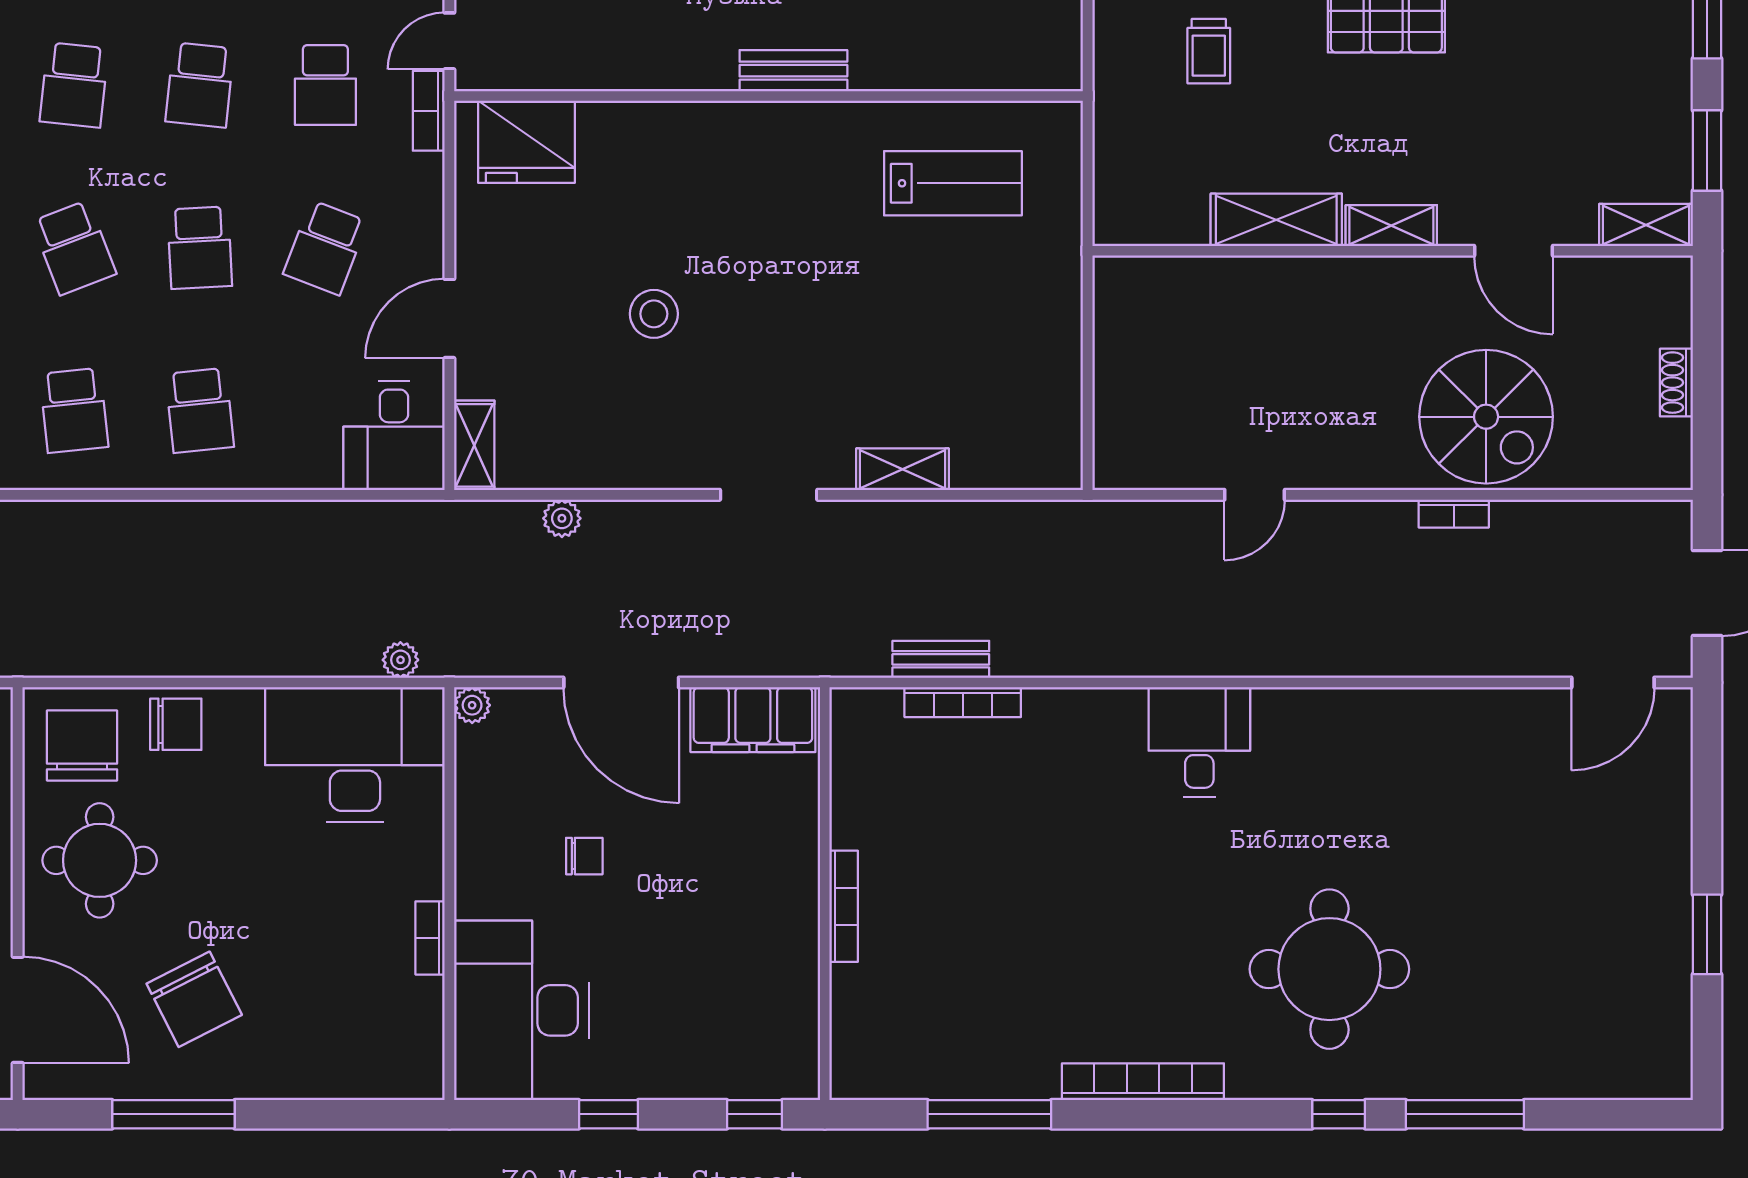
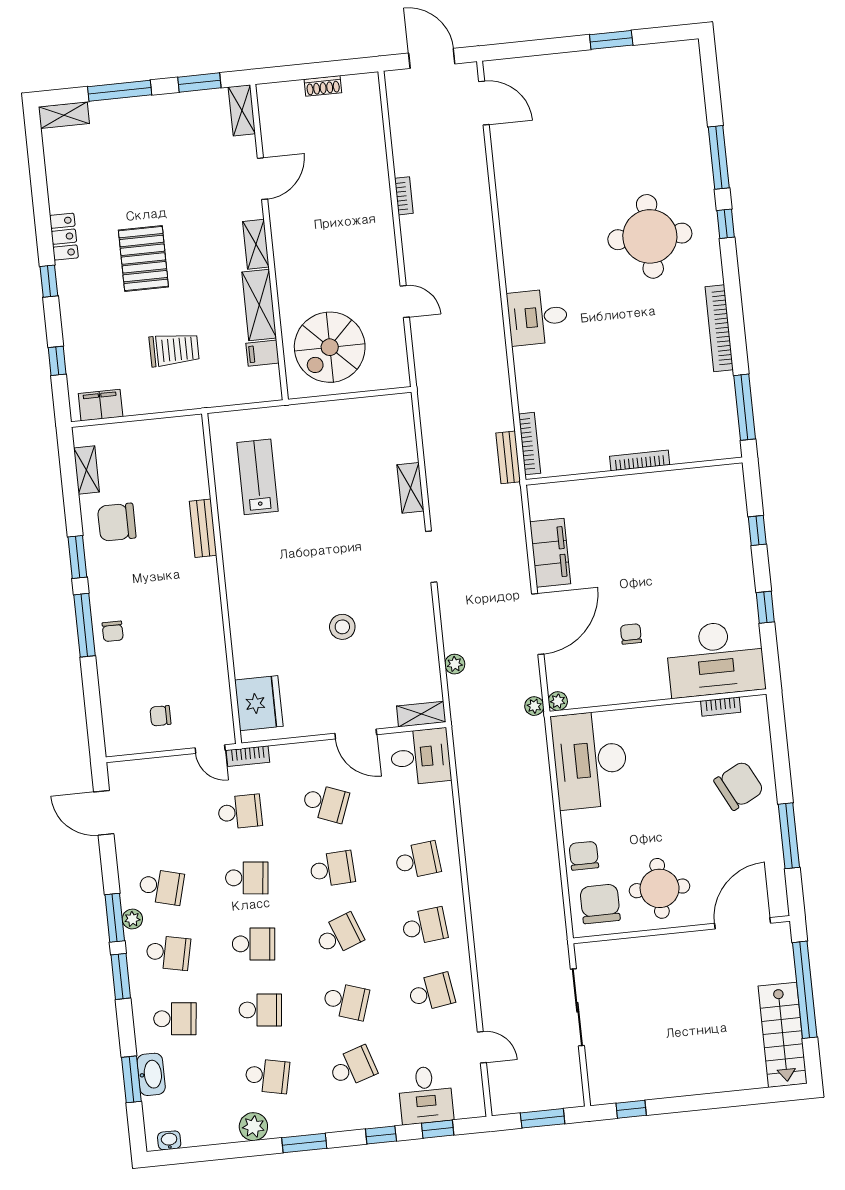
trolley: (1209, 51) -> (174, 350), width x1.36, depth x1.39
bench: (793, 71) -> (203, 528), moved
filing cabinet: (1185, 217) -> (262, 353), added
spiral stairs: (1486, 417) -> (330, 347), moved, turned 180
plant: (400, 660) -> (534, 706), moved
chair: (82, 745) -> (600, 904), turned 90
wall: (825, 894) -> (634, 471), moved
bookcase: (844, 906) -> (640, 460), moved
bookcase: (430, 938) -> (721, 707), moved
chair: (194, 999) -> (739, 786), moved

